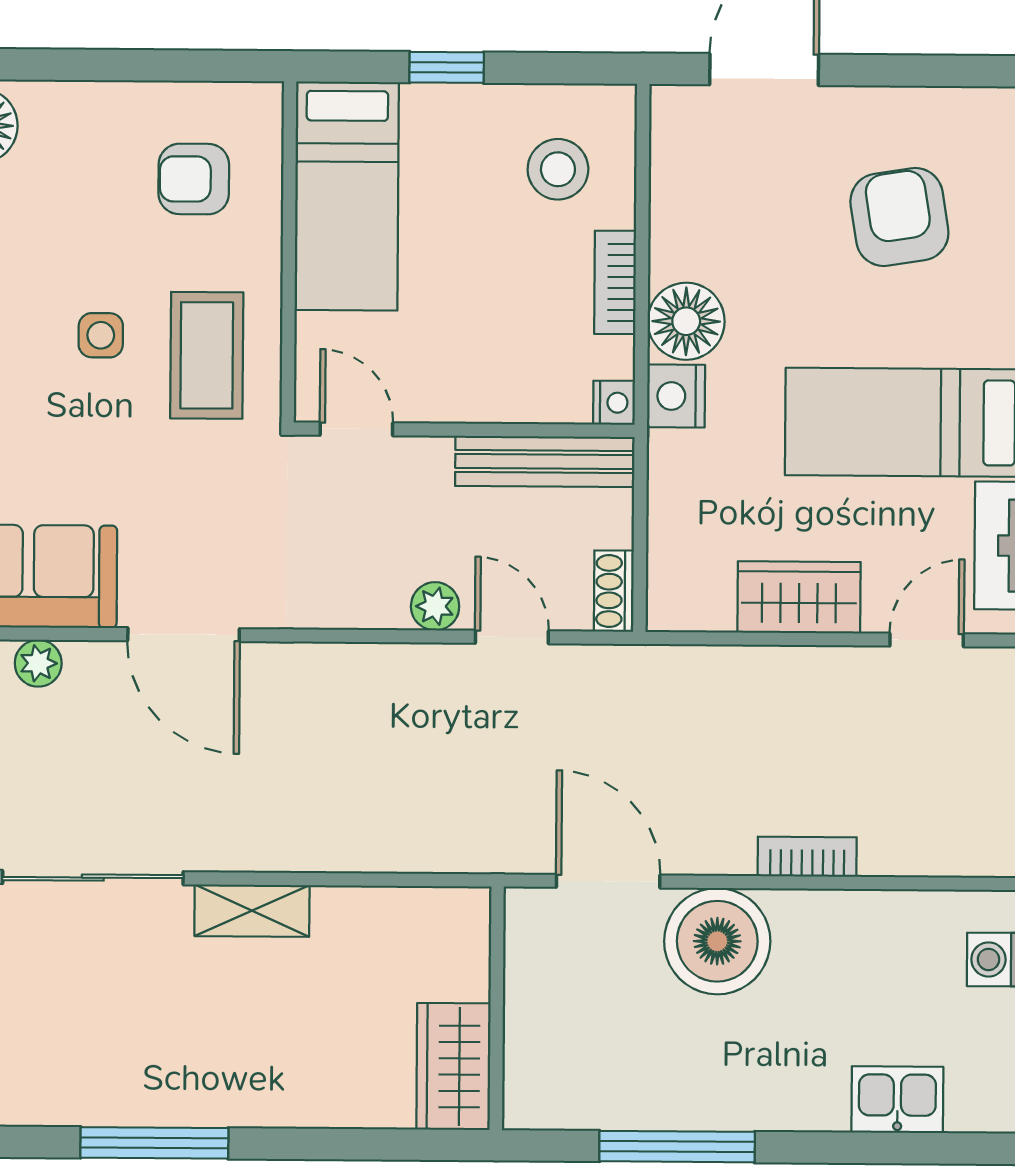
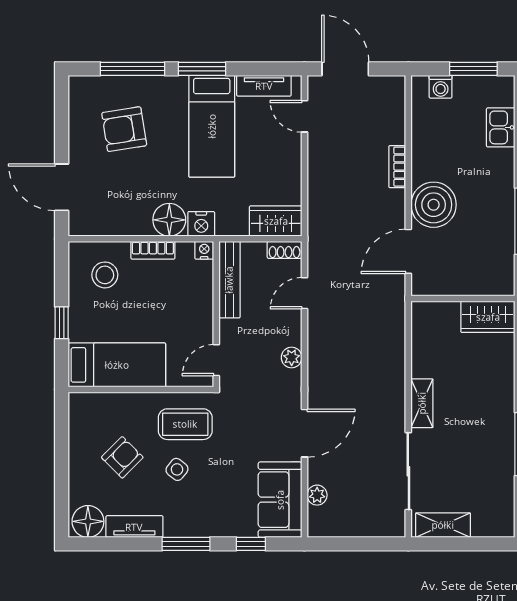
armchair: (194, 179) -> (122, 457), moved, turned -135
side table: (101, 335) -> (177, 469), turned 38
wardrobe: (799, 597) -> (276, 221), moved, turned 90
plant: (435, 606) -> (292, 358), moved

